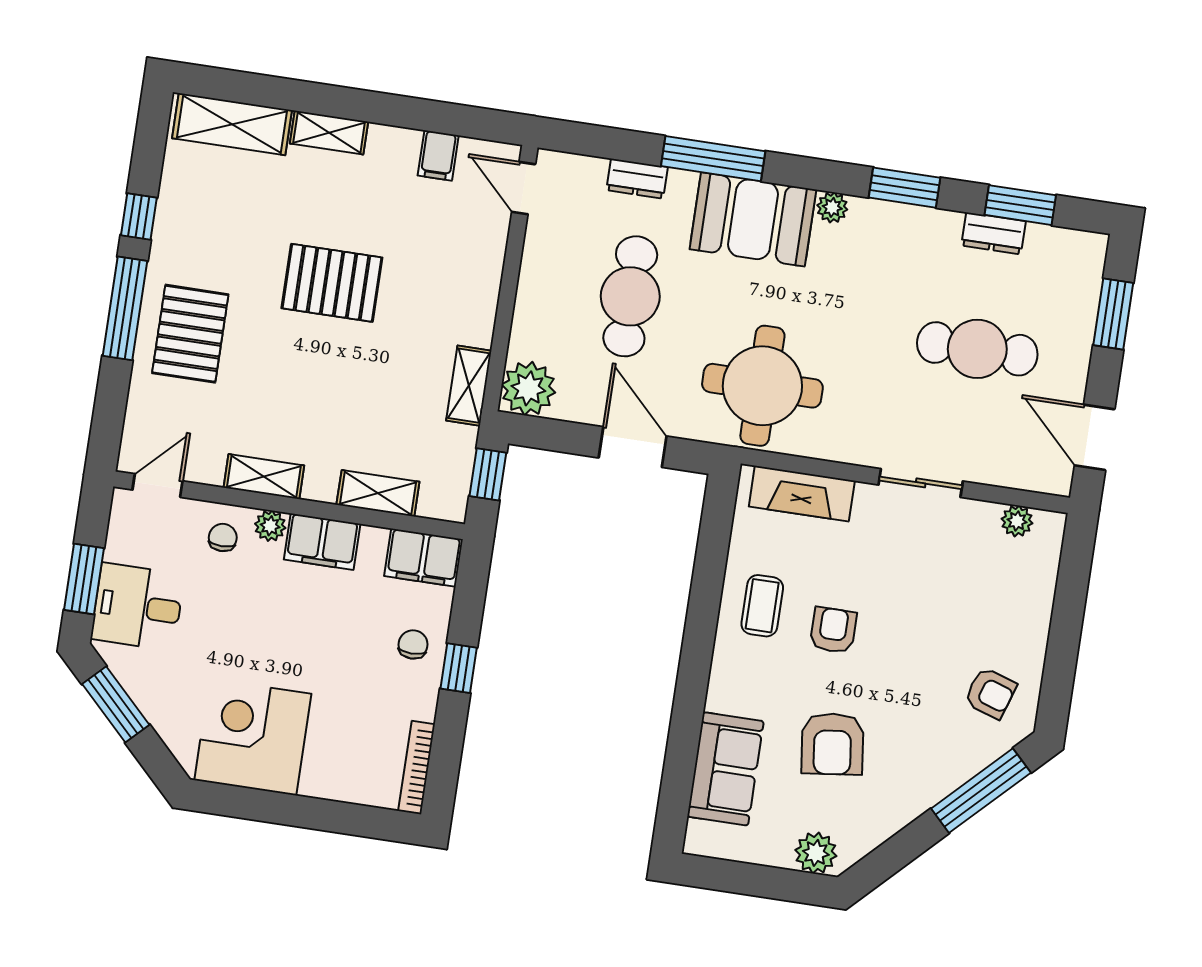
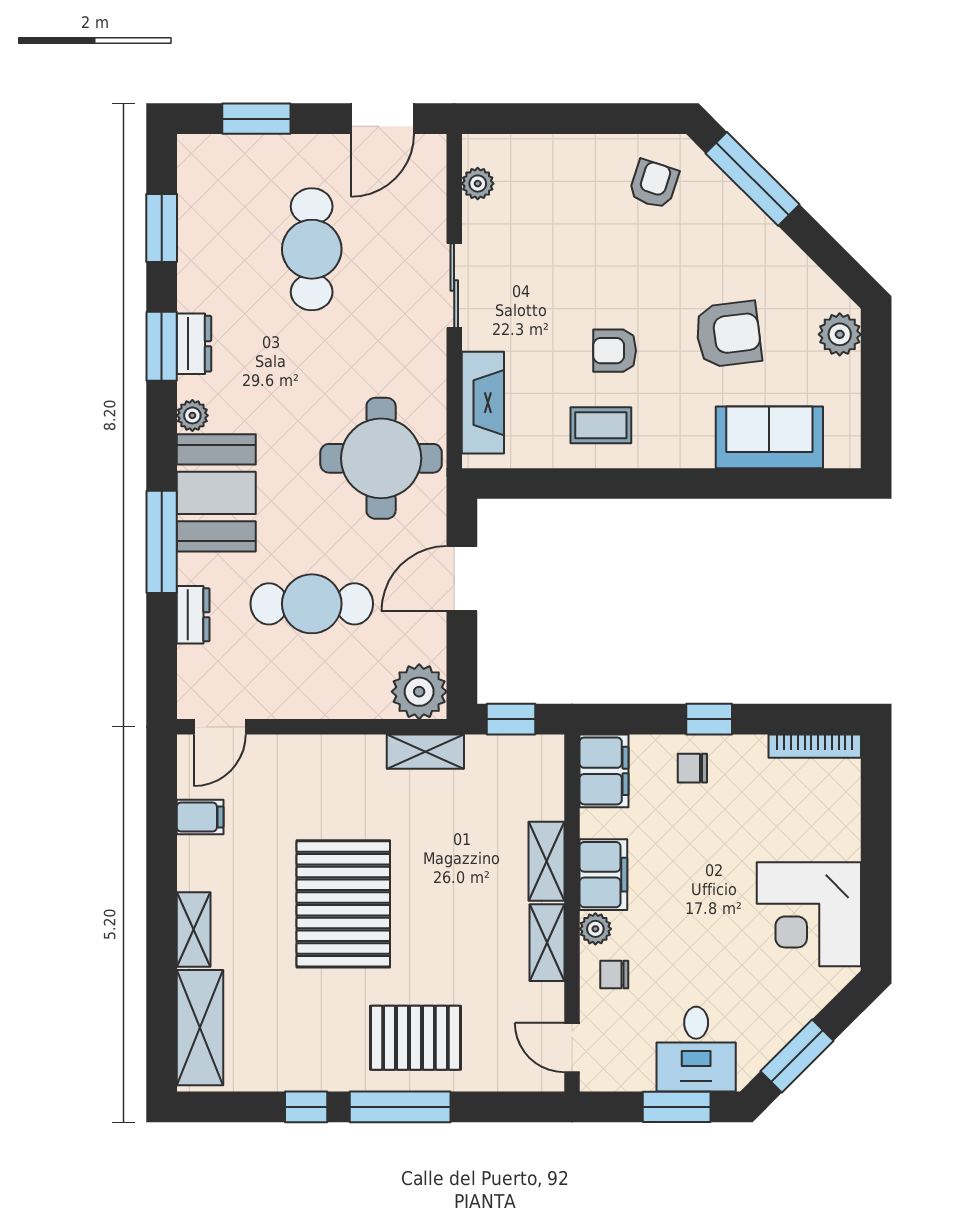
dresser: (994, 233) -> (194, 344), moved
pallet: (332, 283) -> (343, 904), width x1.37, depth x1.41
shelving: (378, 493) -> (547, 861), moved

